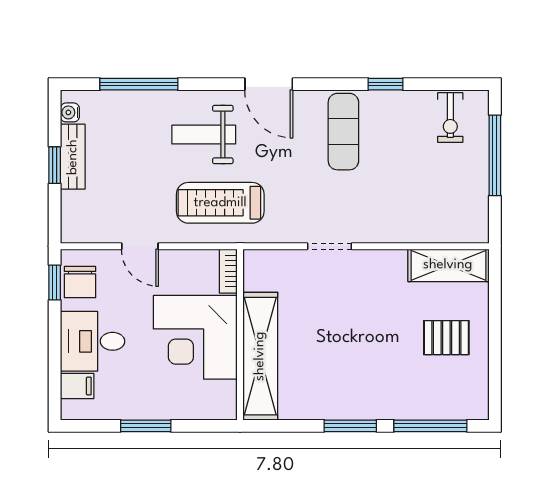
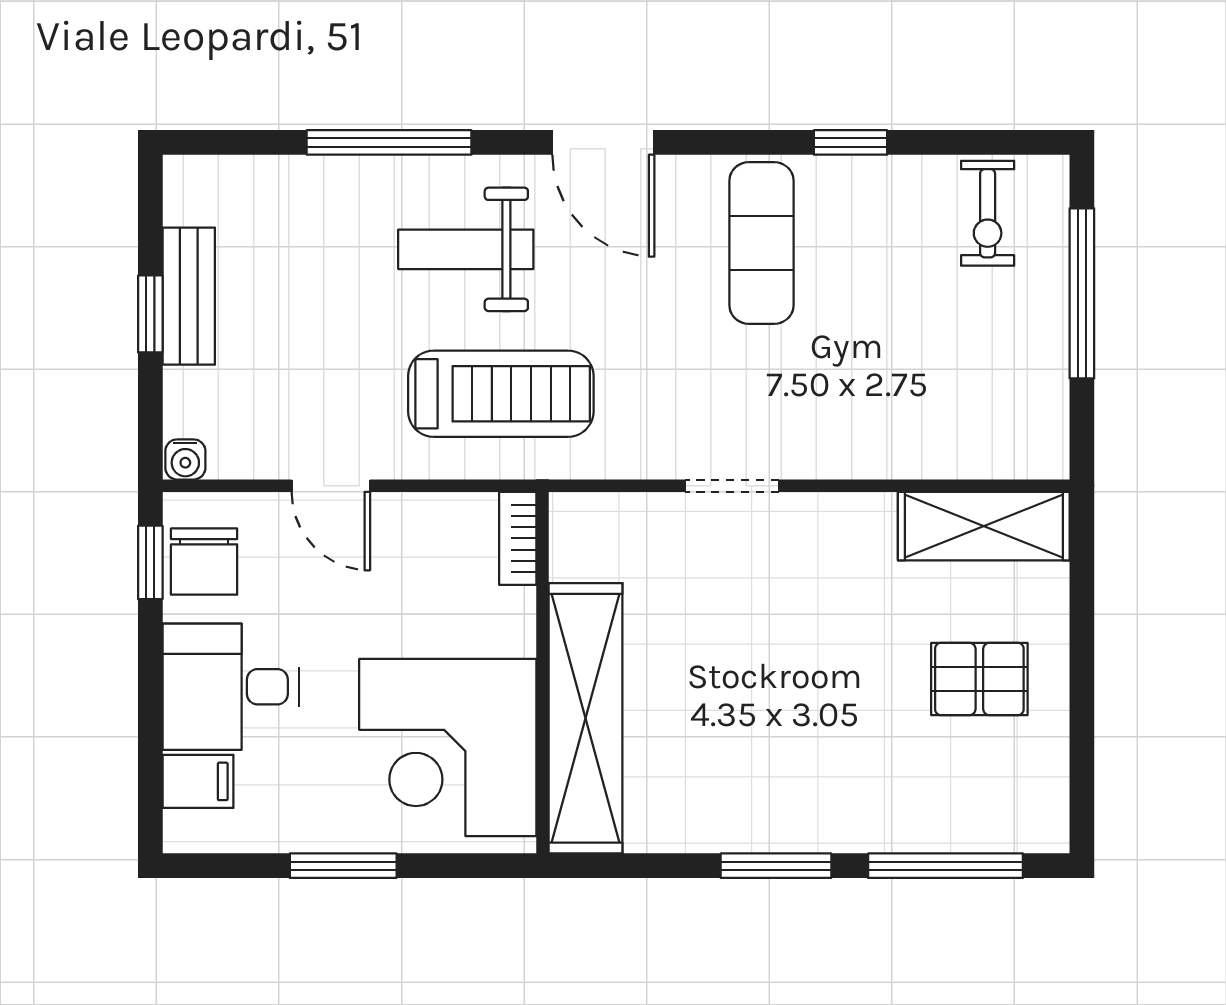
window: (139, 84) -> (389, 142), moved
water cooler: (70, 112) -> (185, 459), moved, turned -90
treadmill: (220, 203) -> (501, 394), turned 180
corner desk: (195, 337) -> (448, 748), moved

